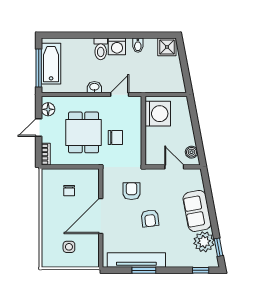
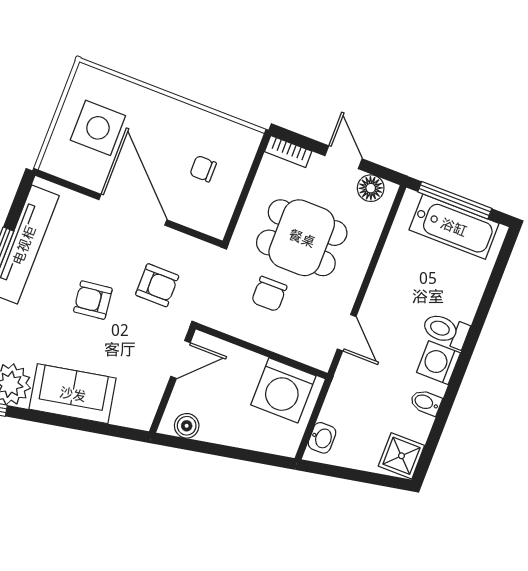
washbasin: (94, 87) -> (322, 438), moved
door: (174, 167) -> (181, 359), moved
side table: (69, 247) -> (98, 128), width x1.87, depth x1.87

